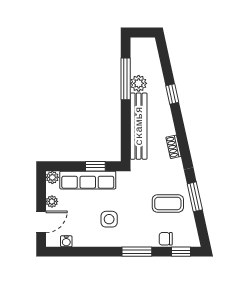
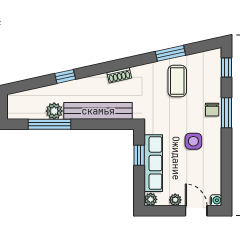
chair: (166, 239) -> (212, 110), moved
water cooler: (66, 241) -> (216, 200), moved

